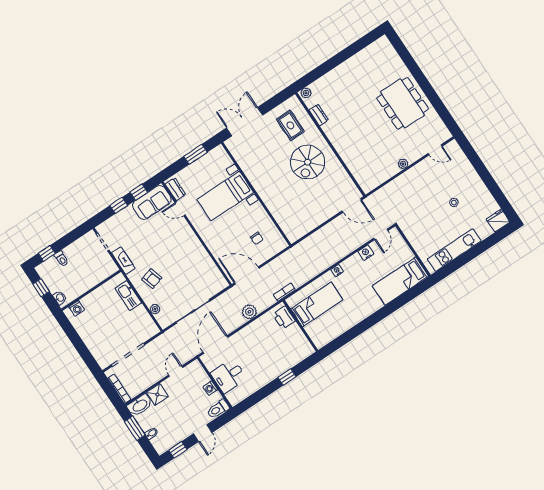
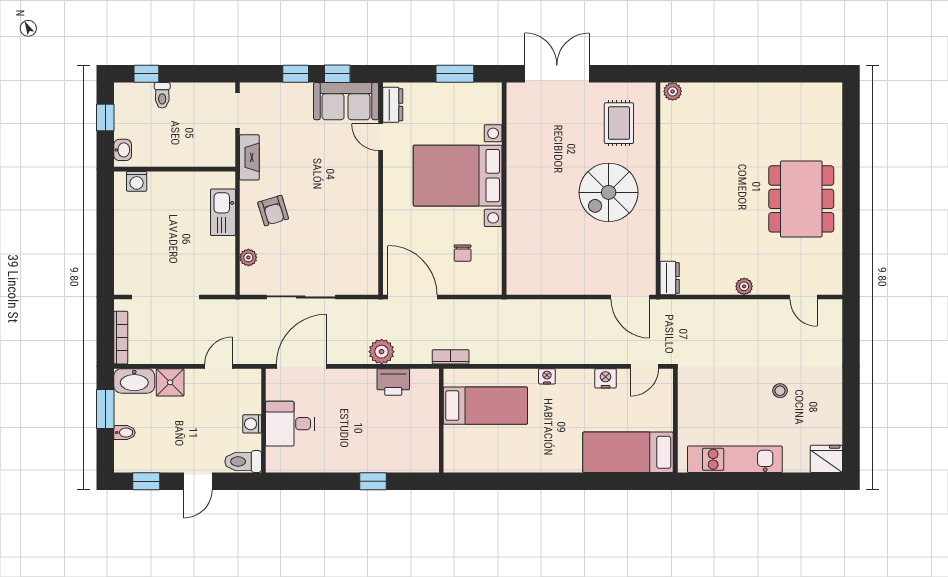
dresser: (319, 115) -> (670, 278), moved
bed with nightstands: (225, 196) -> (458, 176), width x1.36
printer: (284, 318) -> (393, 382), moved, turned -90

